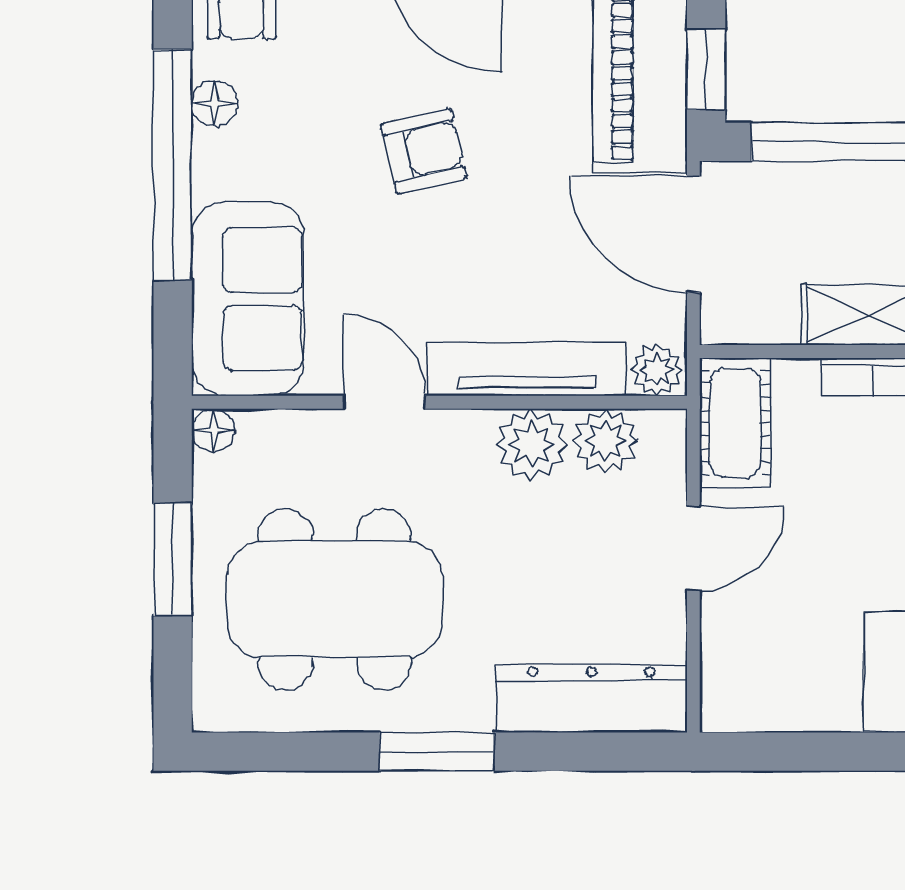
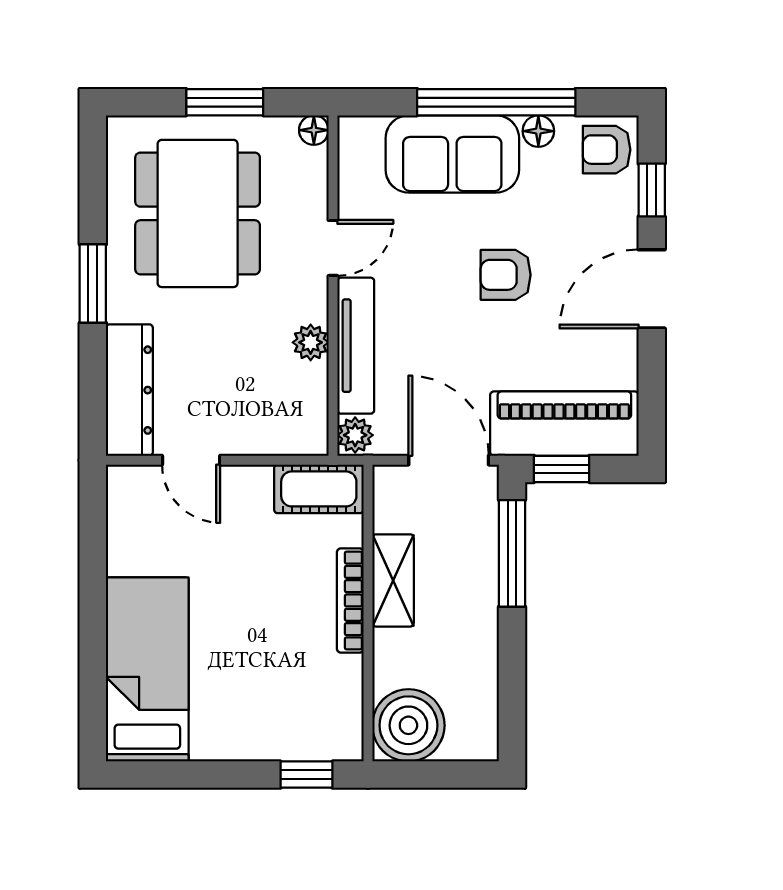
armchair: (424, 151) -> (506, 275), turned 103
door: (693, 234) -> (449, 460), hinge flipped
sofa: (248, 299) -> (452, 154), moved
plant: (605, 441) -> (306, 400), removed
plant: (532, 445) -> (311, 342), width x0.73, depth x0.73
door: (693, 548) -> (191, 460), moved

